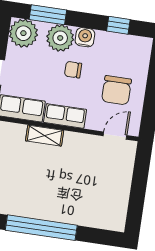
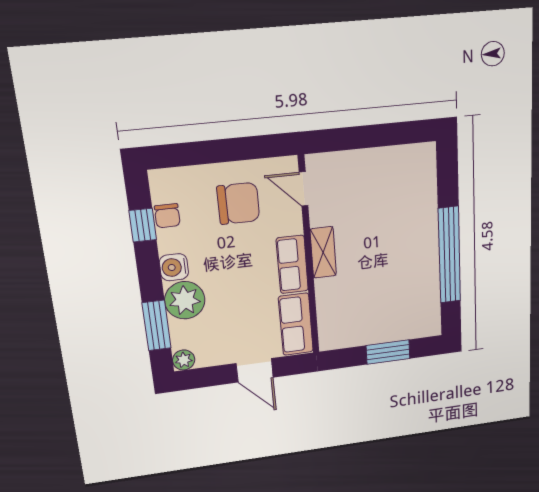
plant: (23, 33) -> (184, 360), width x0.53, depth x0.53
chair: (73, 70) -> (167, 216), moved
shelving: (45, 136) -> (323, 252), moved

